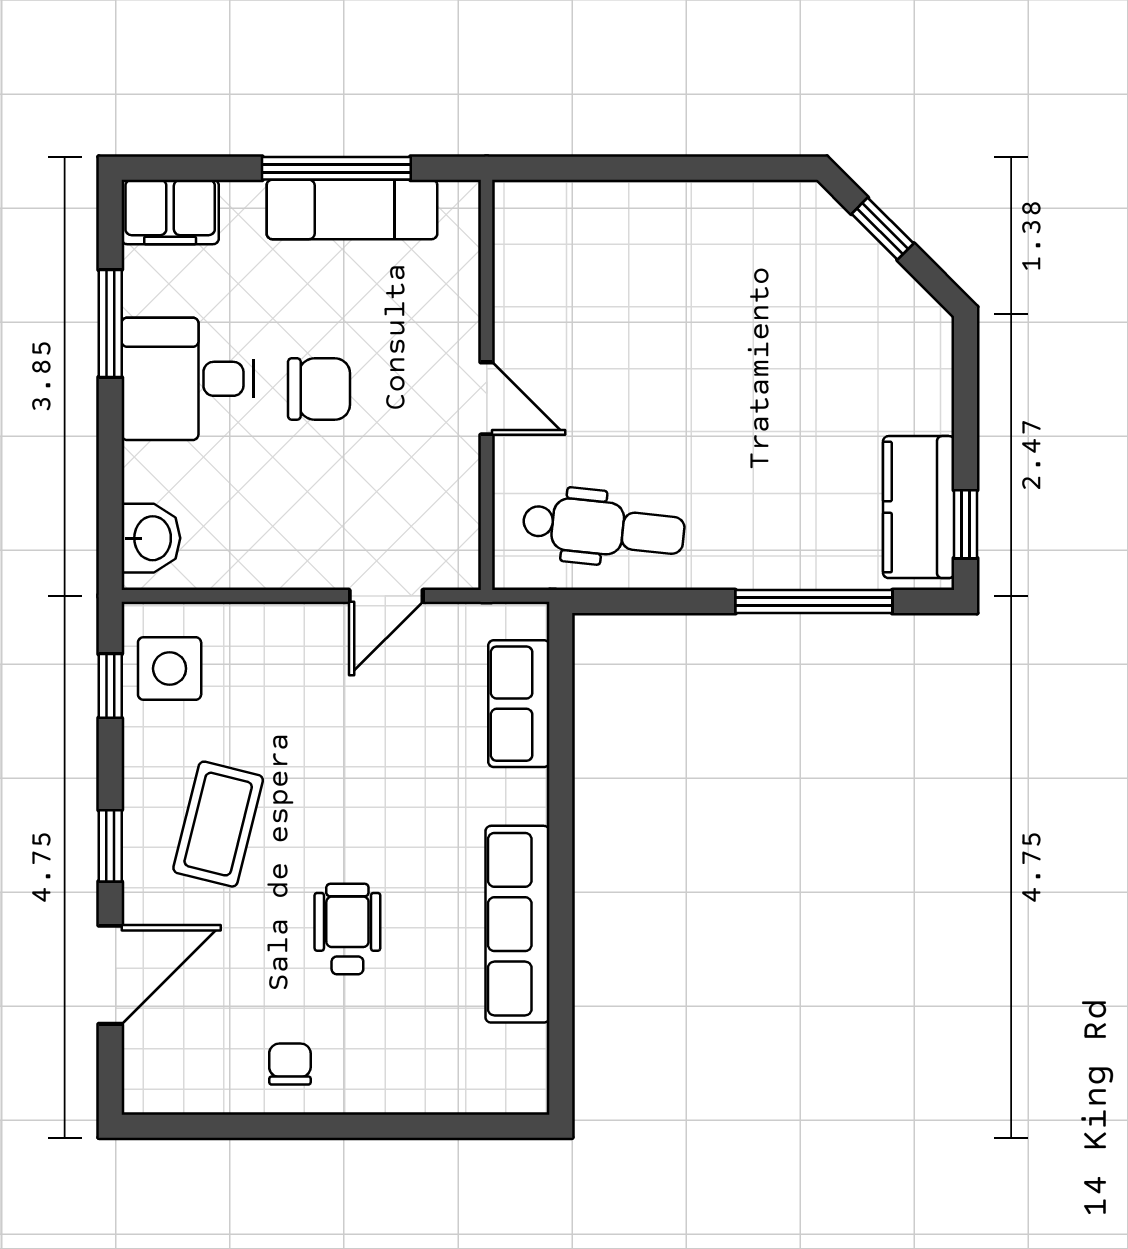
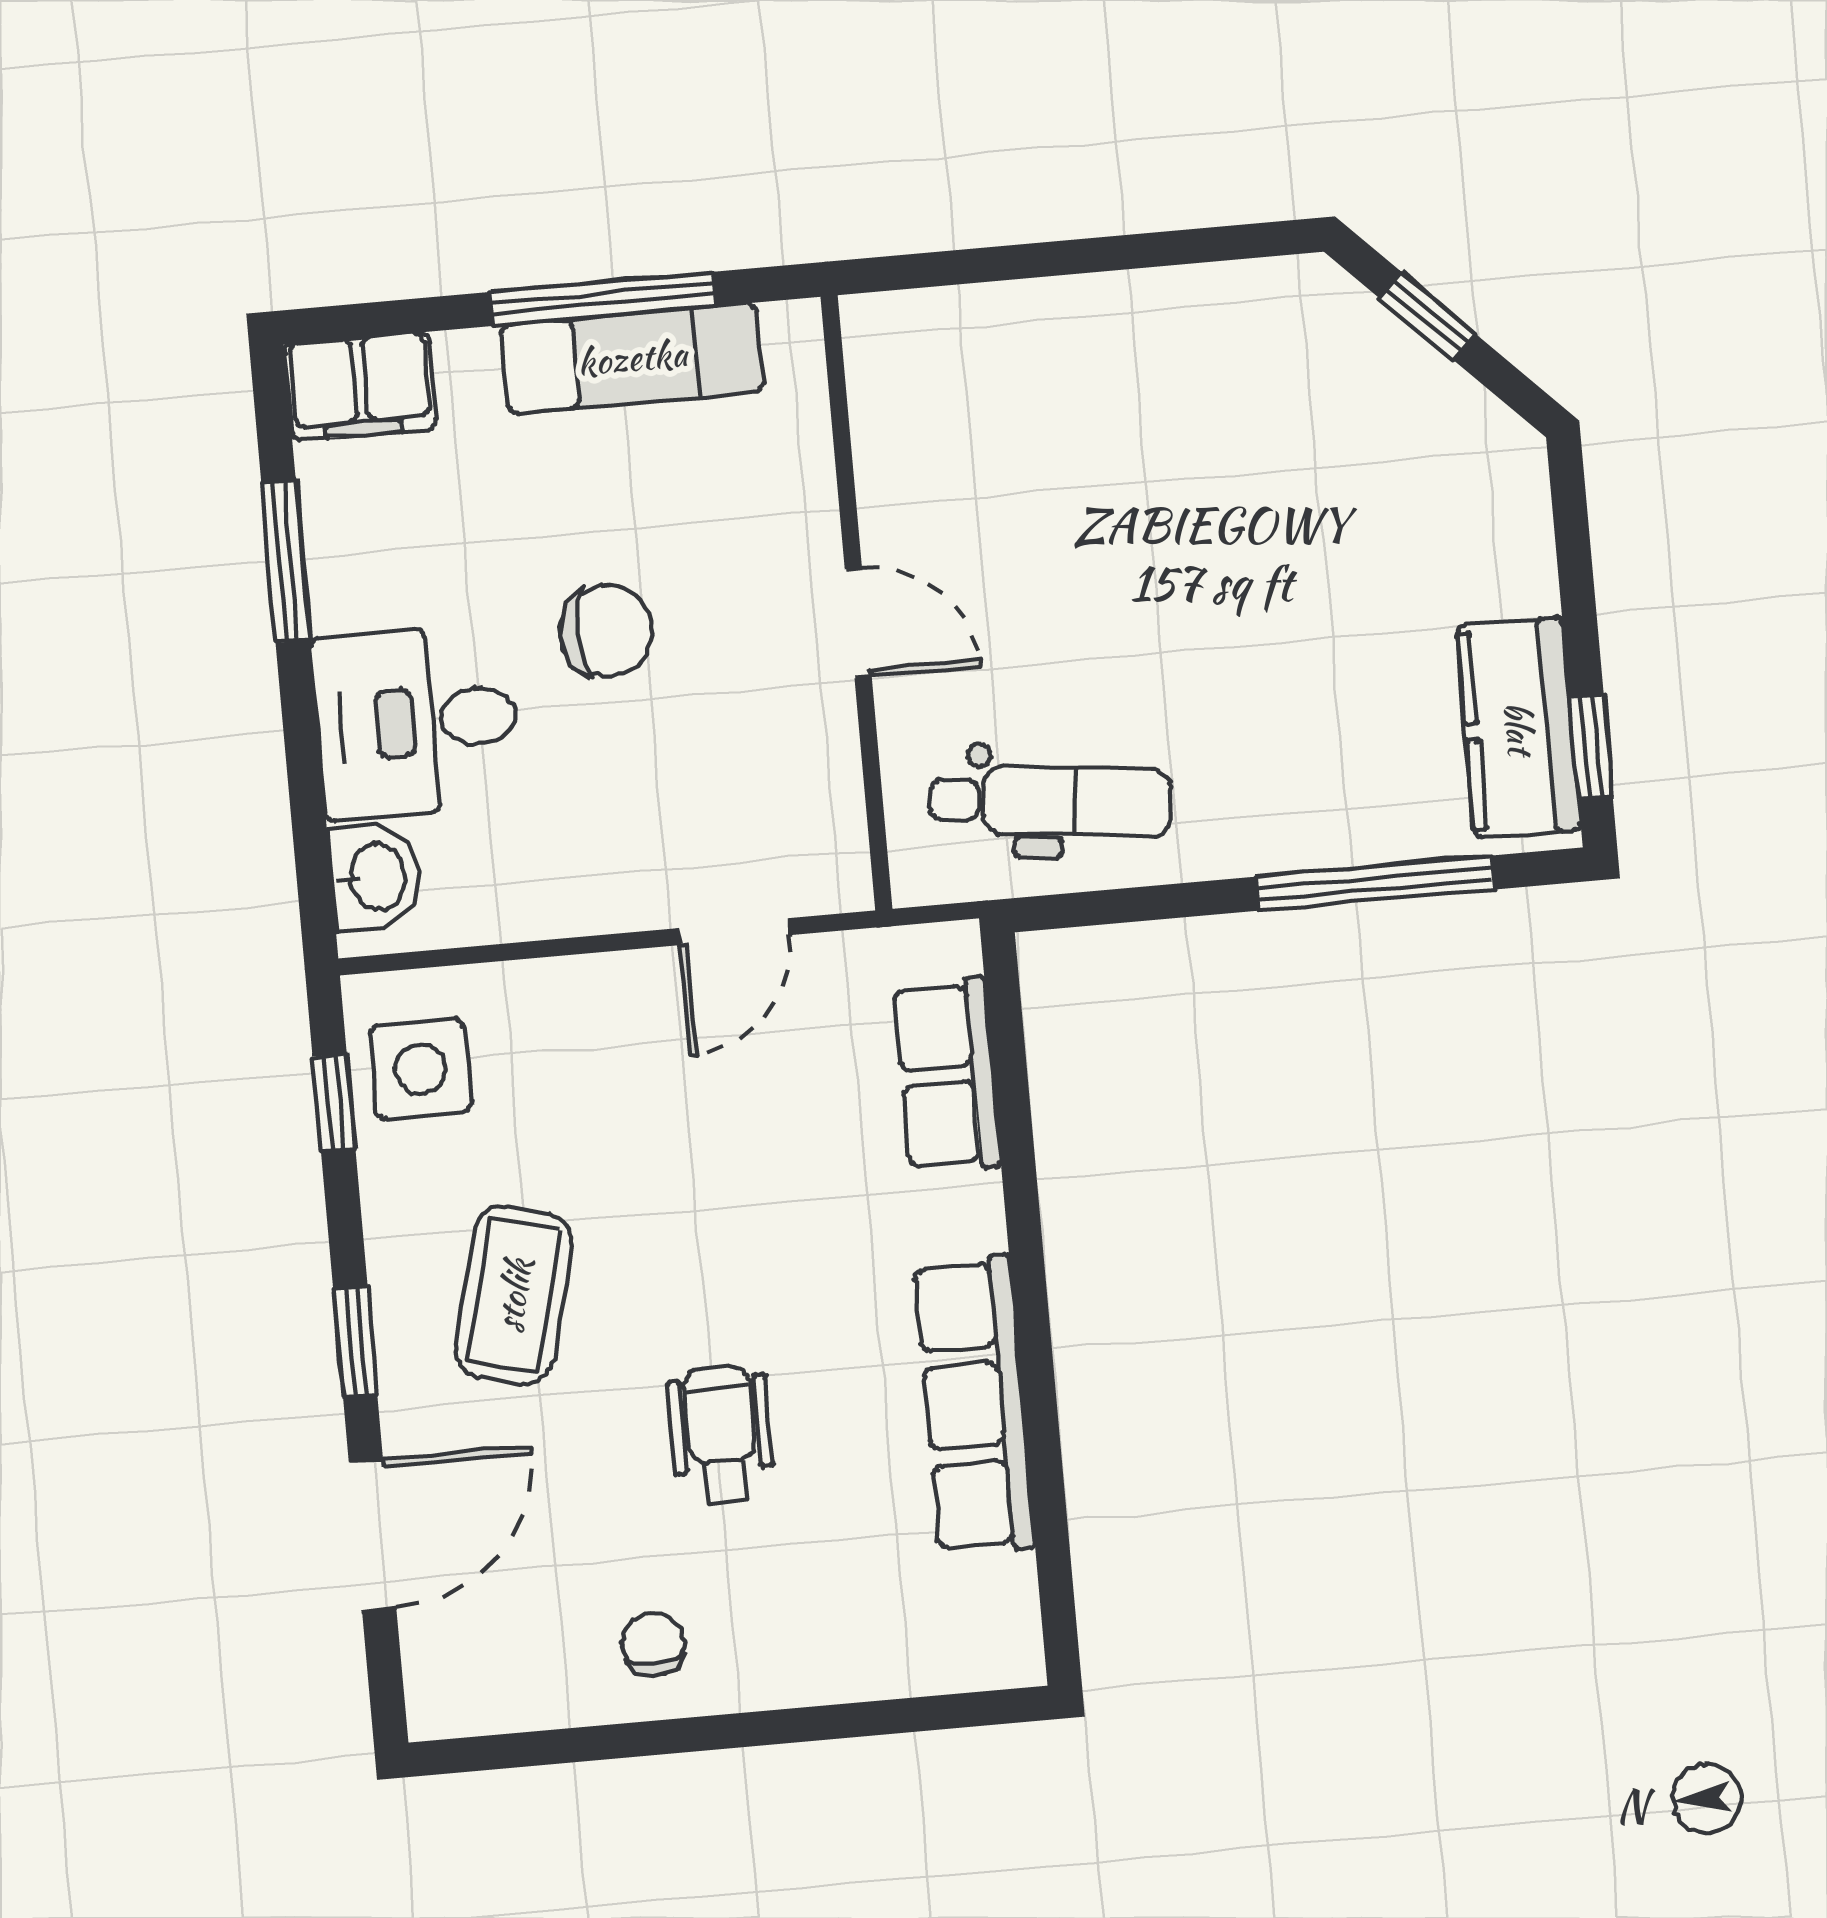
desk: (188, 379) -> (417, 722), moved

